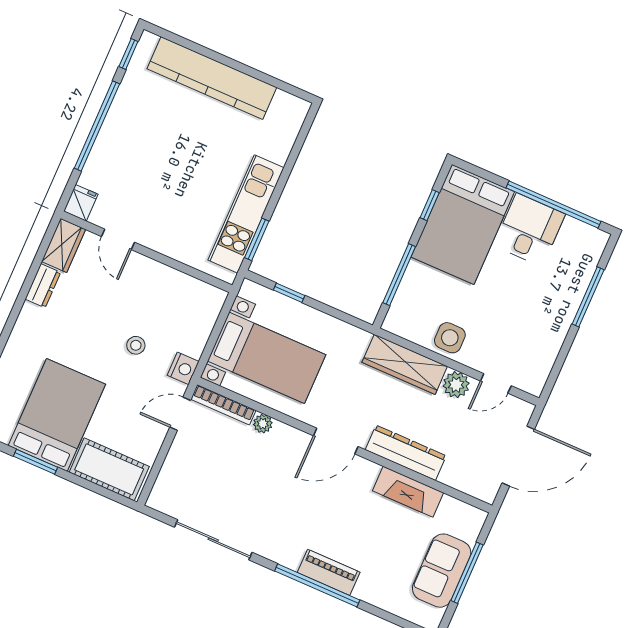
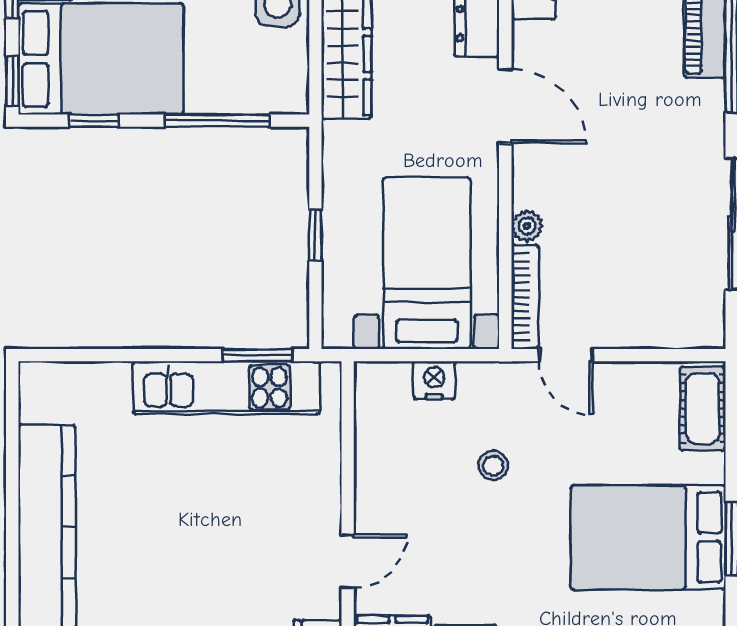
window: (472, 169) -> (12, 81), added
window: (289, 293) -> (315, 235), moved
nightstand: (183, 368) -> (434, 380), moved
cot: (109, 469) -> (703, 409), width x0.73, depth x0.75

